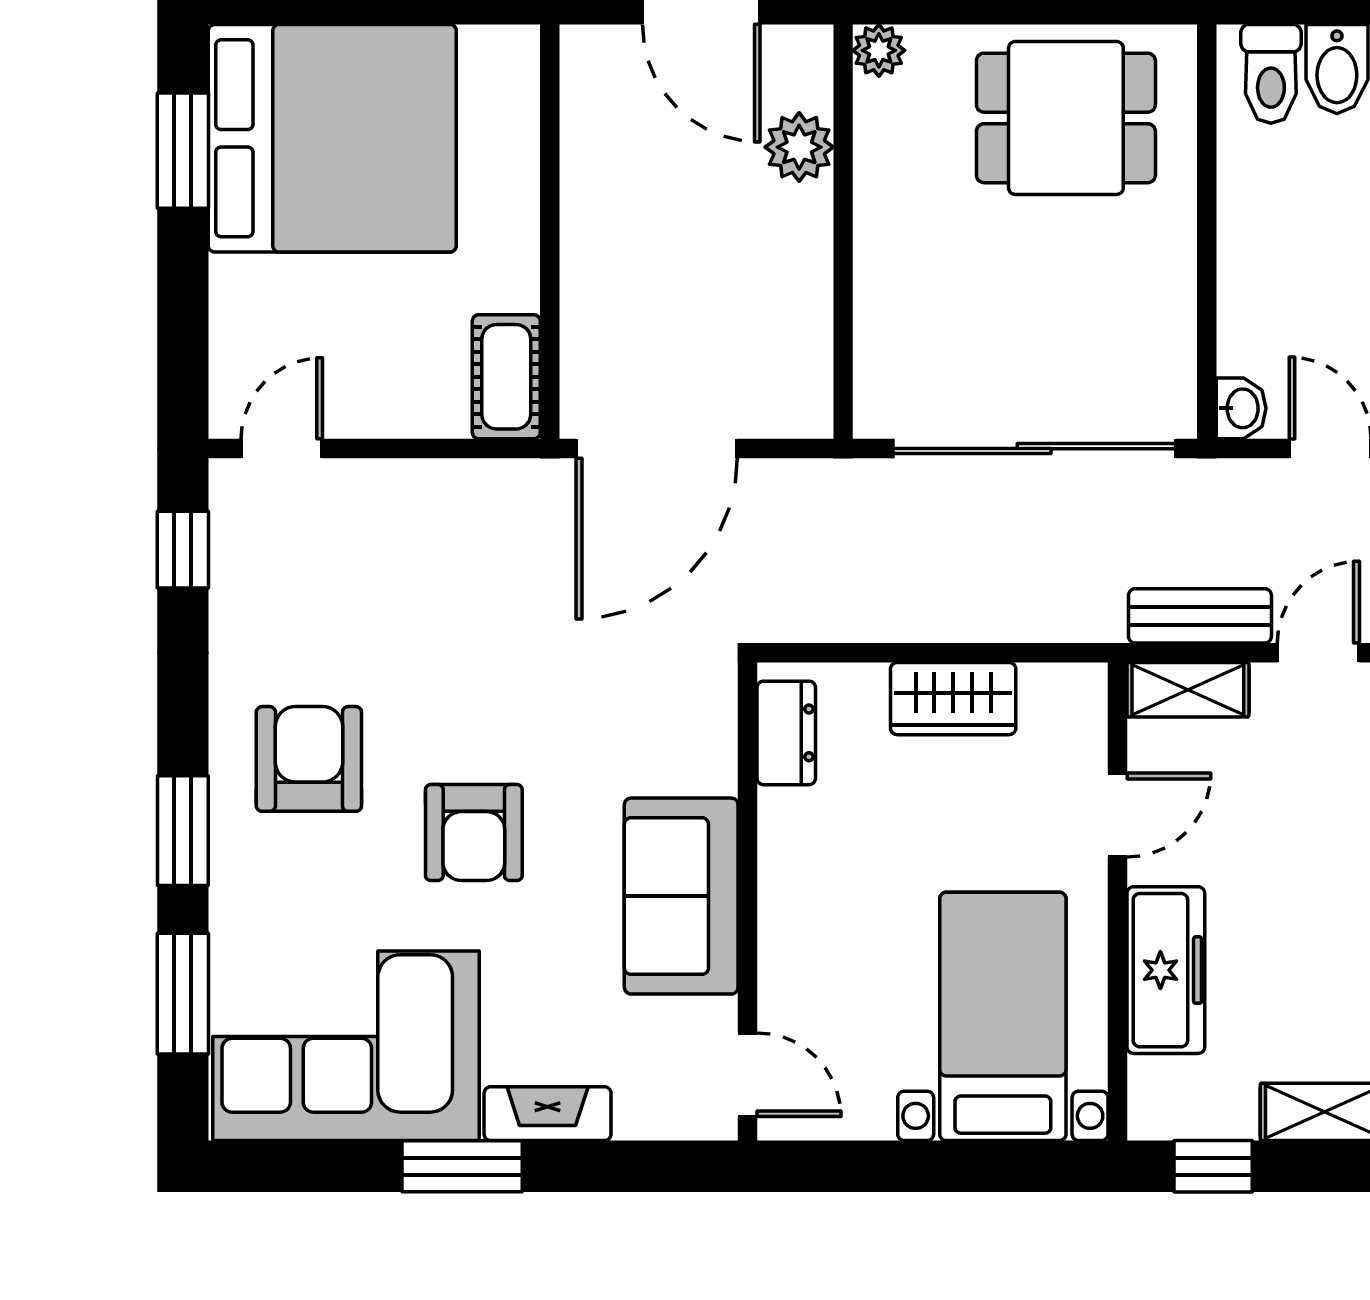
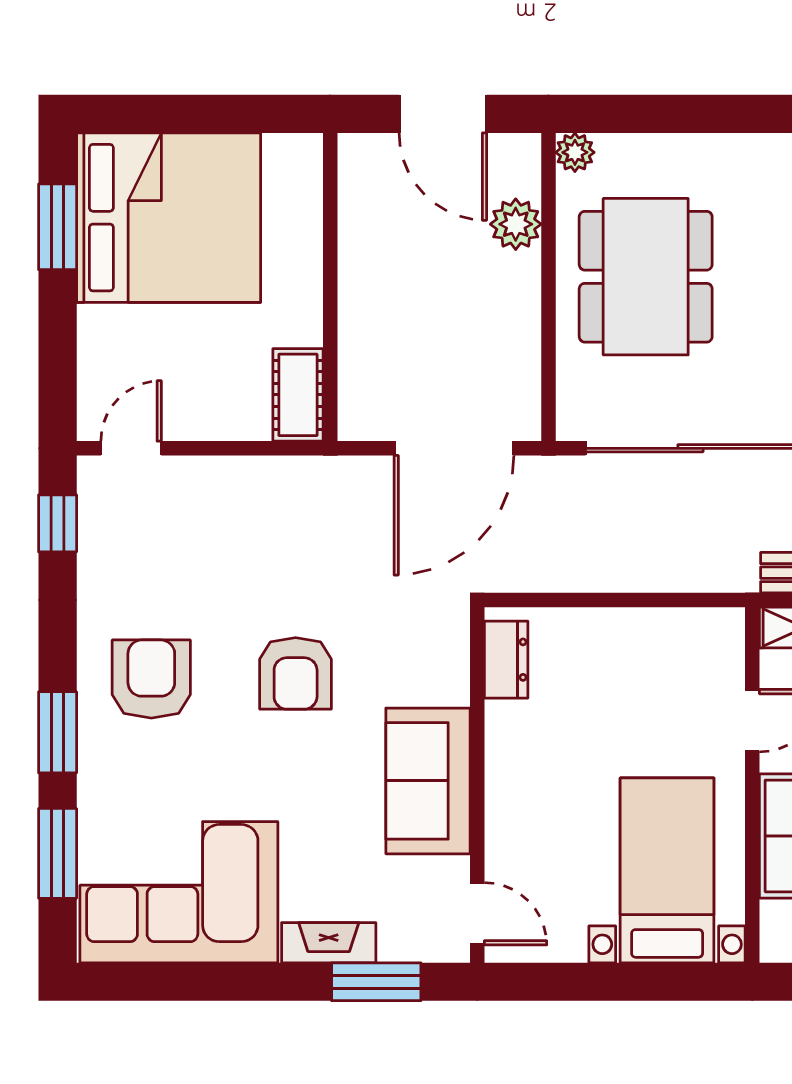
dining table: (1066, 118) -> (646, 277), moved, width x1.38
door: (657, 449) -> (454, 448), moved
wardrobe: (953, 699) -> (630, 634), removed
armchair: (474, 833) -> (296, 673), moved
window: (462, 1166) -> (376, 982), moved

